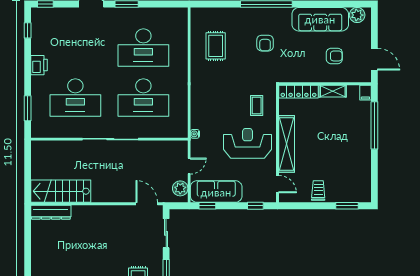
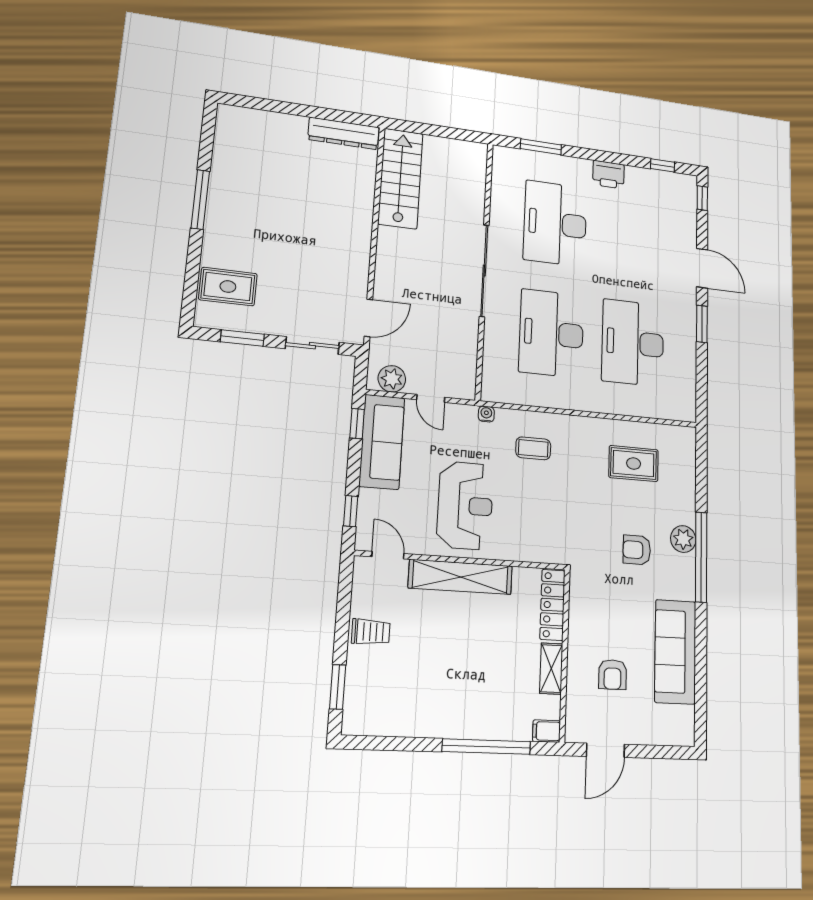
plant: (357, 15) -> (683, 539), moved
coffee table: (257, 105) -> (533, 448), moved
door: (278, 184) -> (388, 555), swing flipped
dresser: (51, 212) -> (344, 133), moved, turned -90

